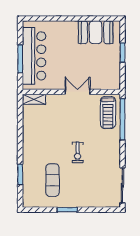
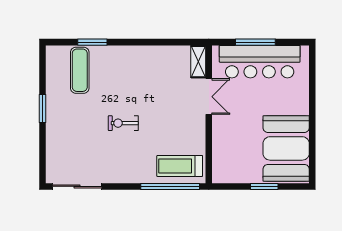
booth: (96, 32) -> (286, 148), width x1.36, depth x1.42
double door: (78, 92) -> (209, 97), moved
exercise mat: (52, 180) -> (80, 70), moved, turned 90

